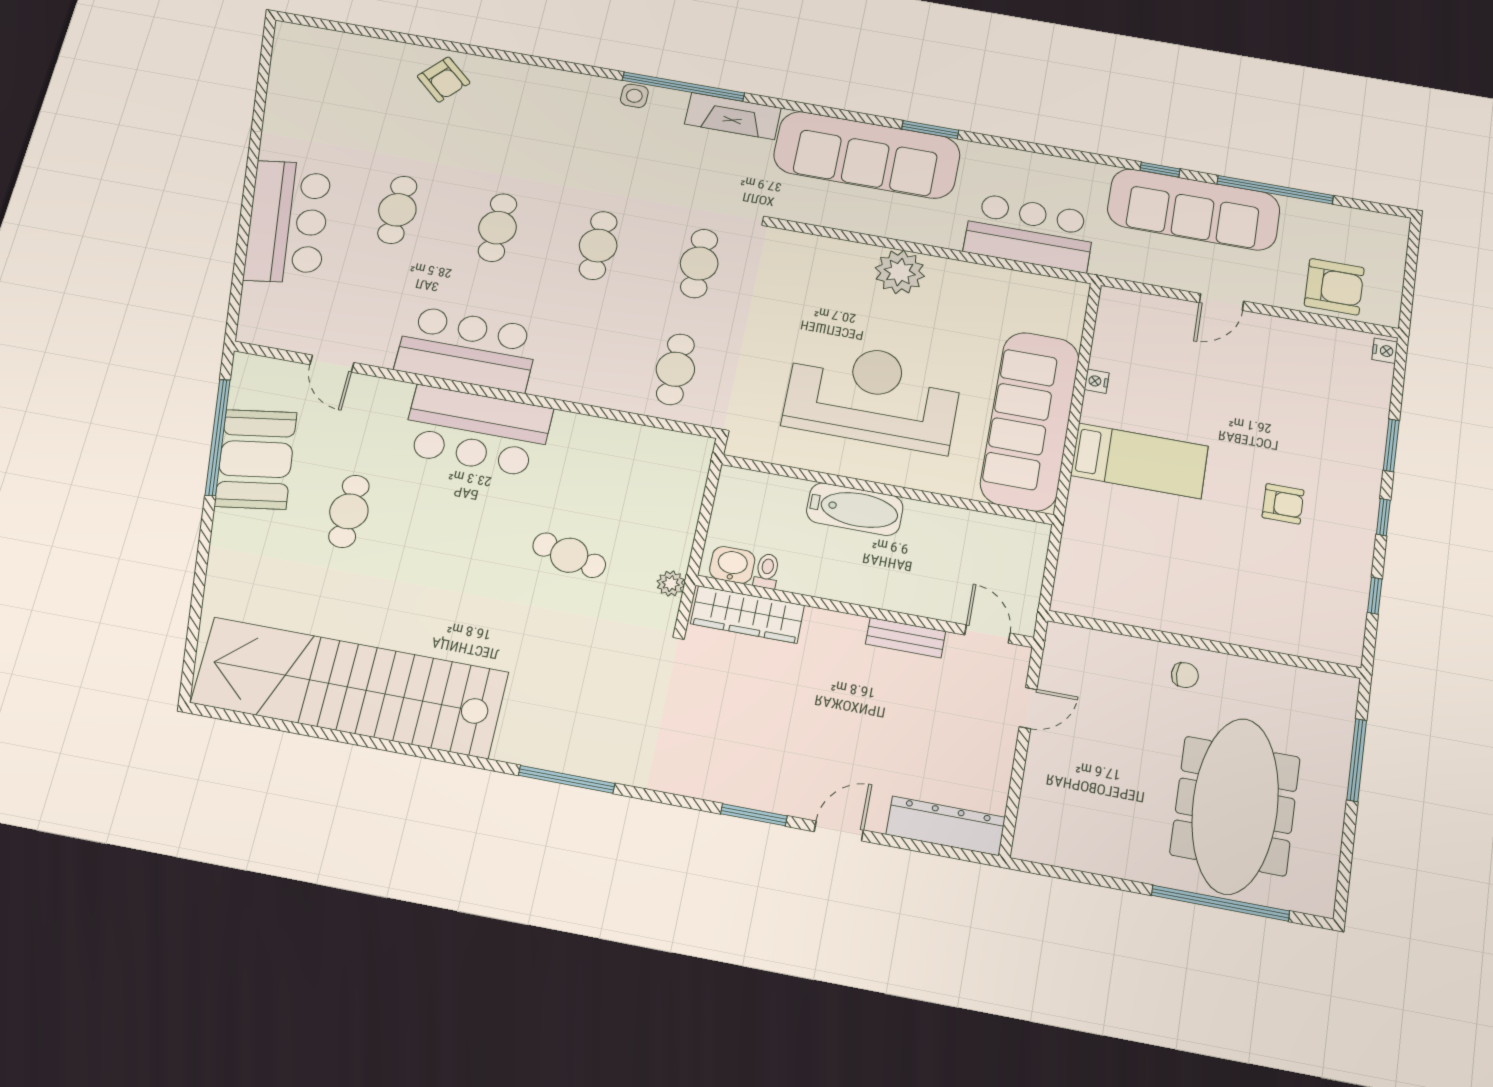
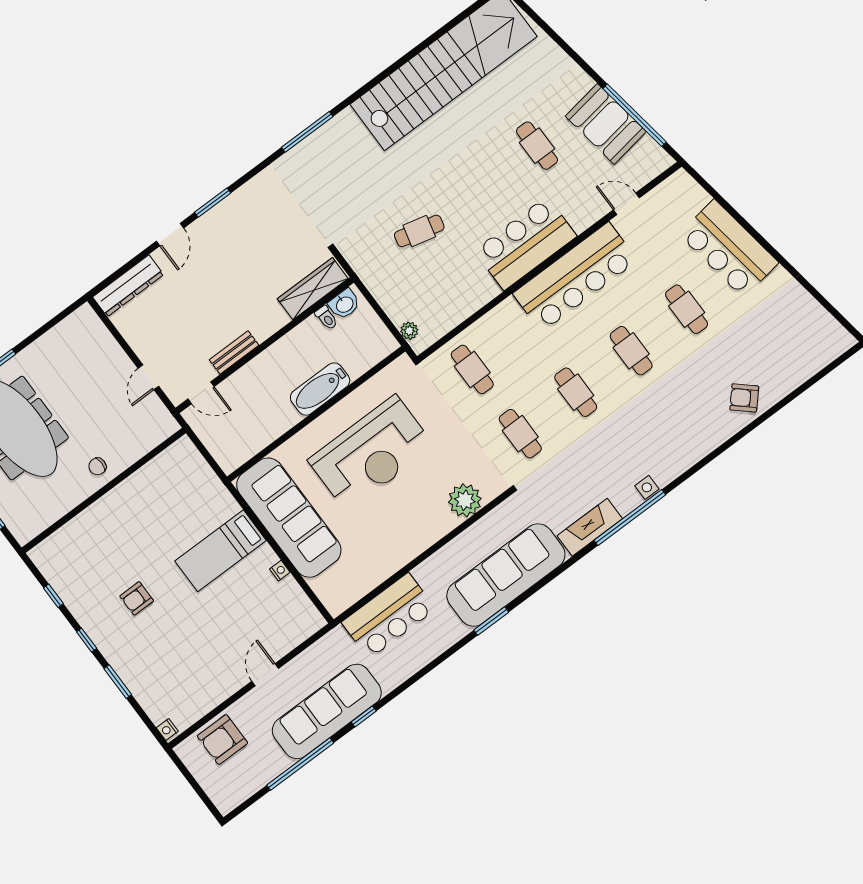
plant: (900, 272) -> (465, 500), moved
bar counter: (467, 349) -> (575, 277), width x1.36
plant: (671, 584) -> (409, 331), moved

